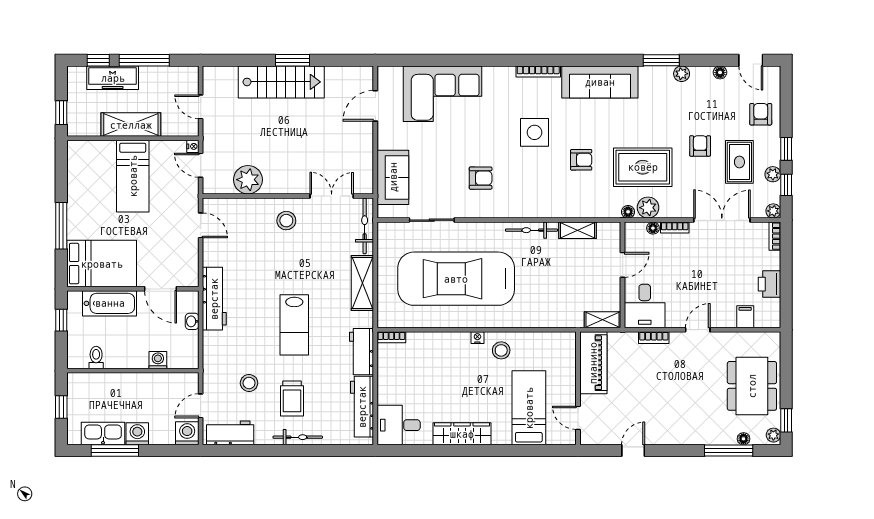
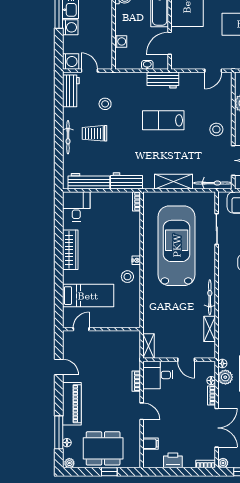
workbench: (214, 299) -> (163, 80), width x0.73
lab bench: (294, 325) -> (163, 120), moved
piano: (593, 363) -> (72, 404), moved, turned -90
window: (786, 420) -> (109, 472), moved

